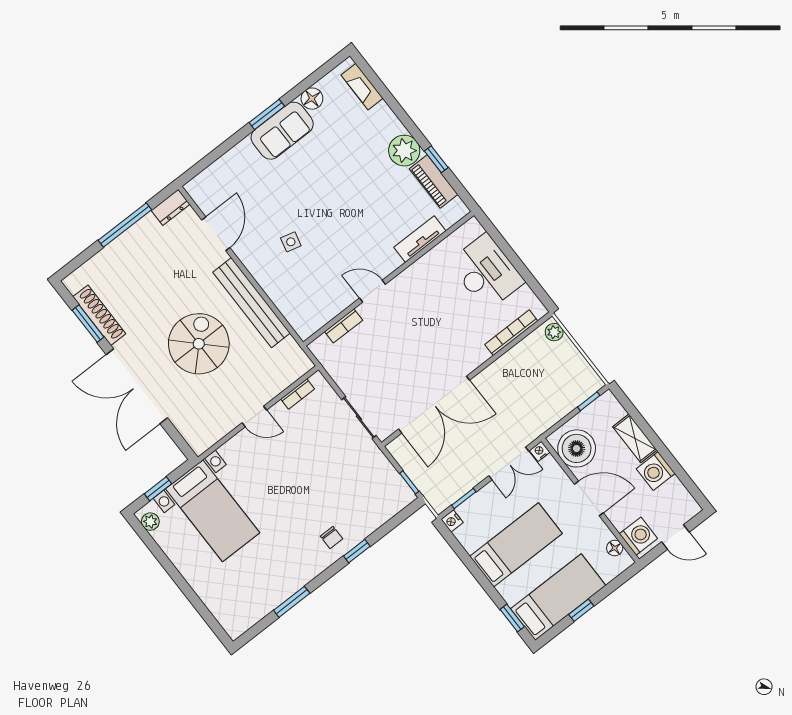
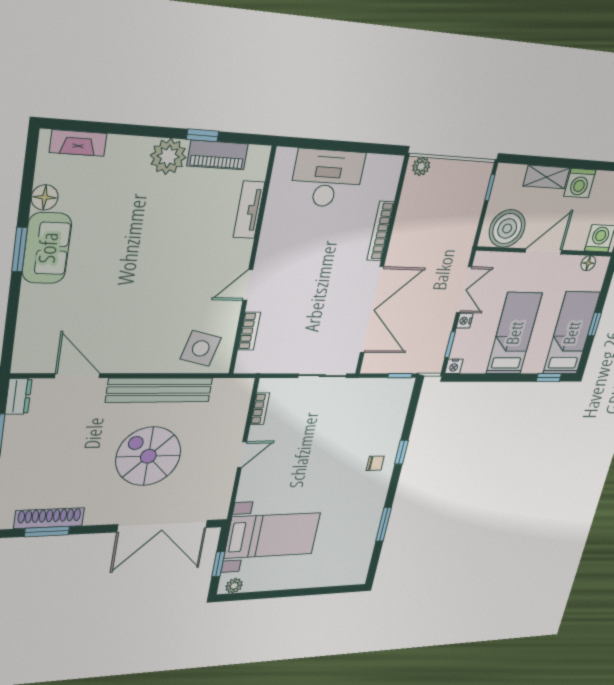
side table: (291, 242) -> (201, 348), moved, width x1.87, depth x1.87
bookcase: (511, 333) -> (380, 231), moved
double door: (137, 386) -> (163, 526), moved
nightstand: (540, 451) -> (465, 321), moved

